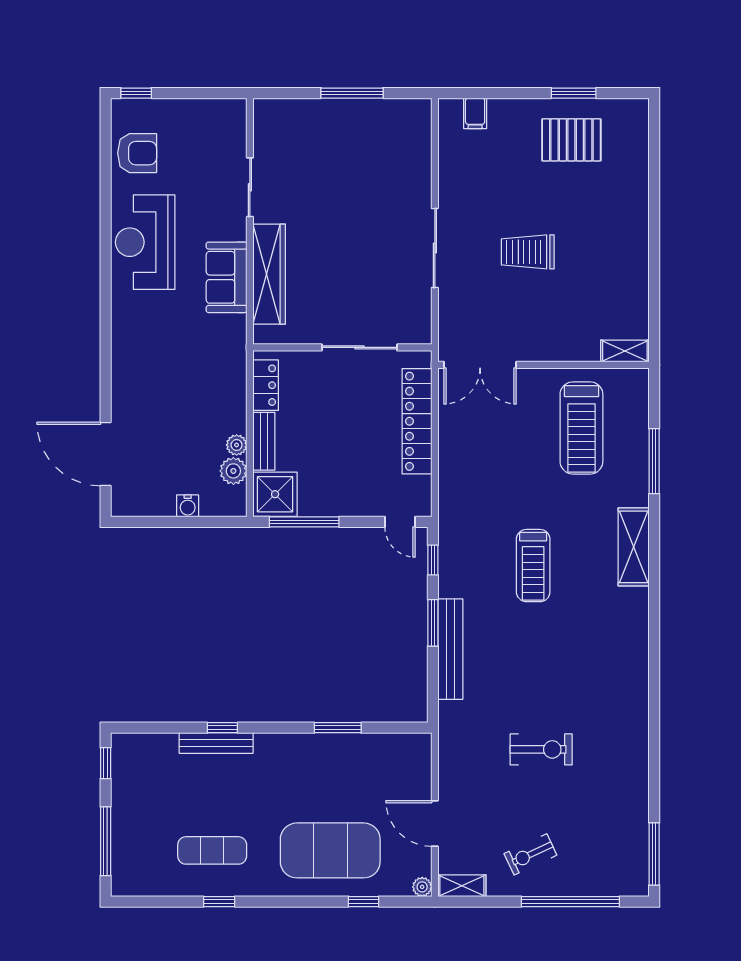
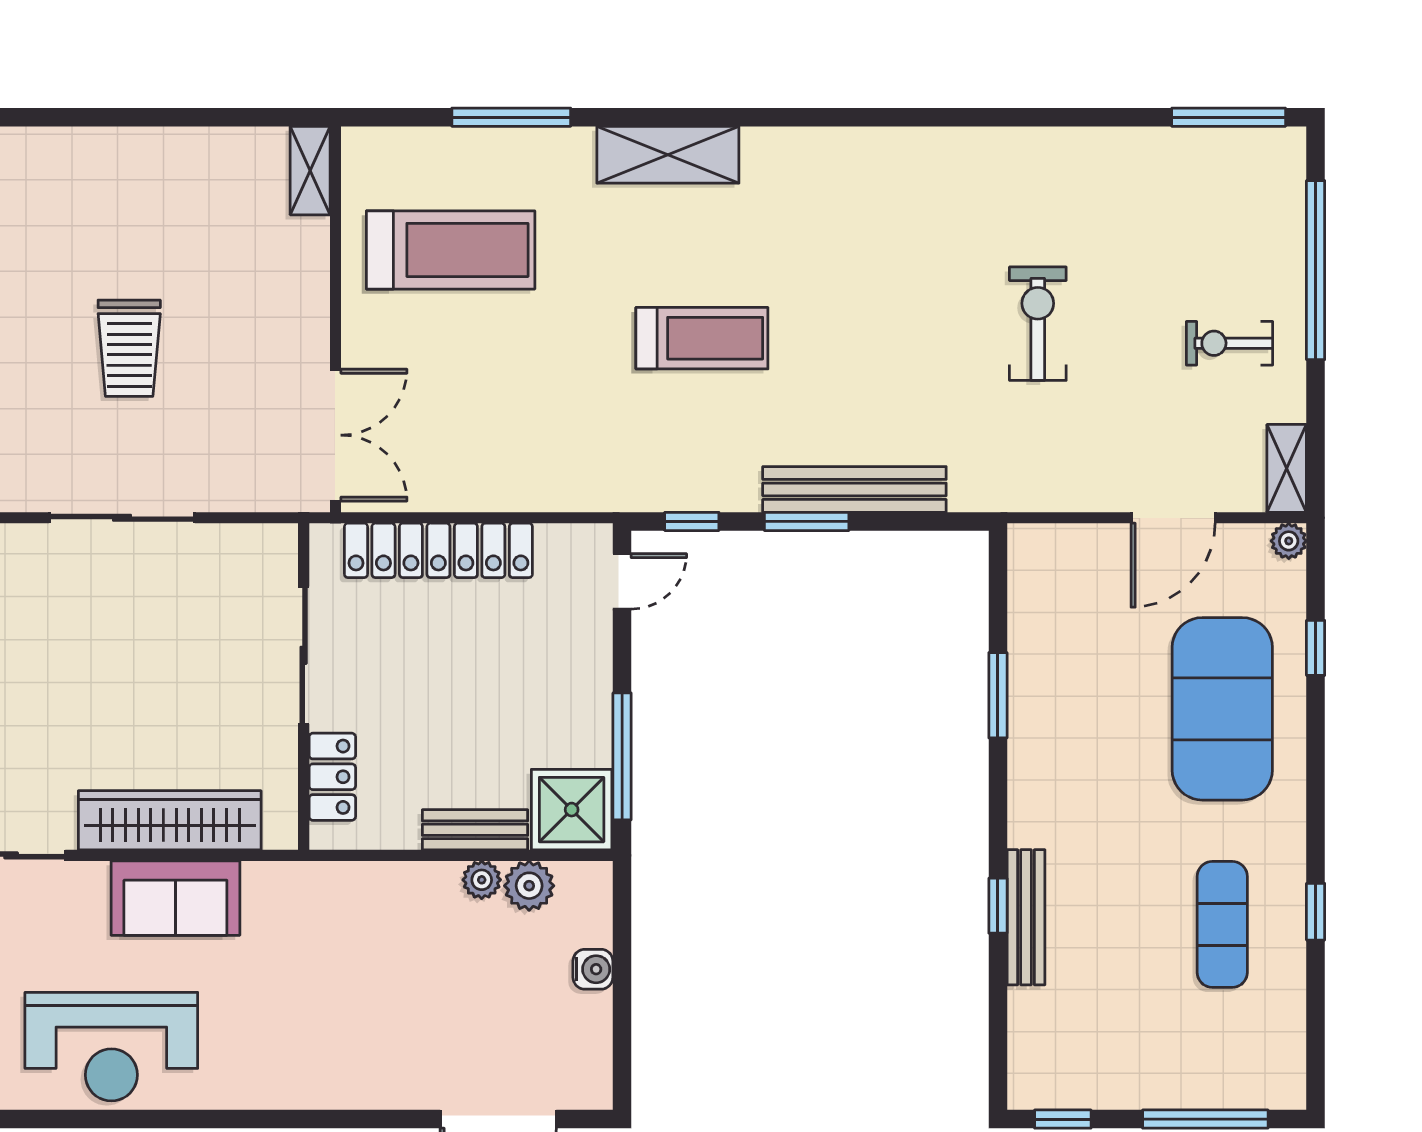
locker: (266, 385) -> (332, 777), moved, turned 90
exercise bike: (530, 854) -> (1229, 343), turned 115

